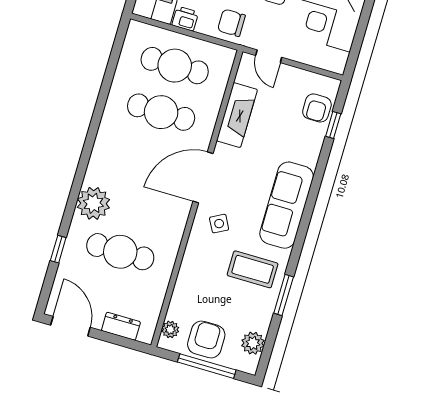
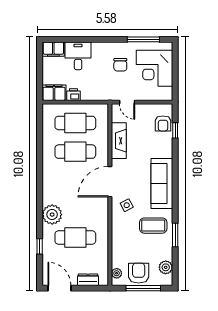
chair: (231, 23) -> (100, 89), removed

